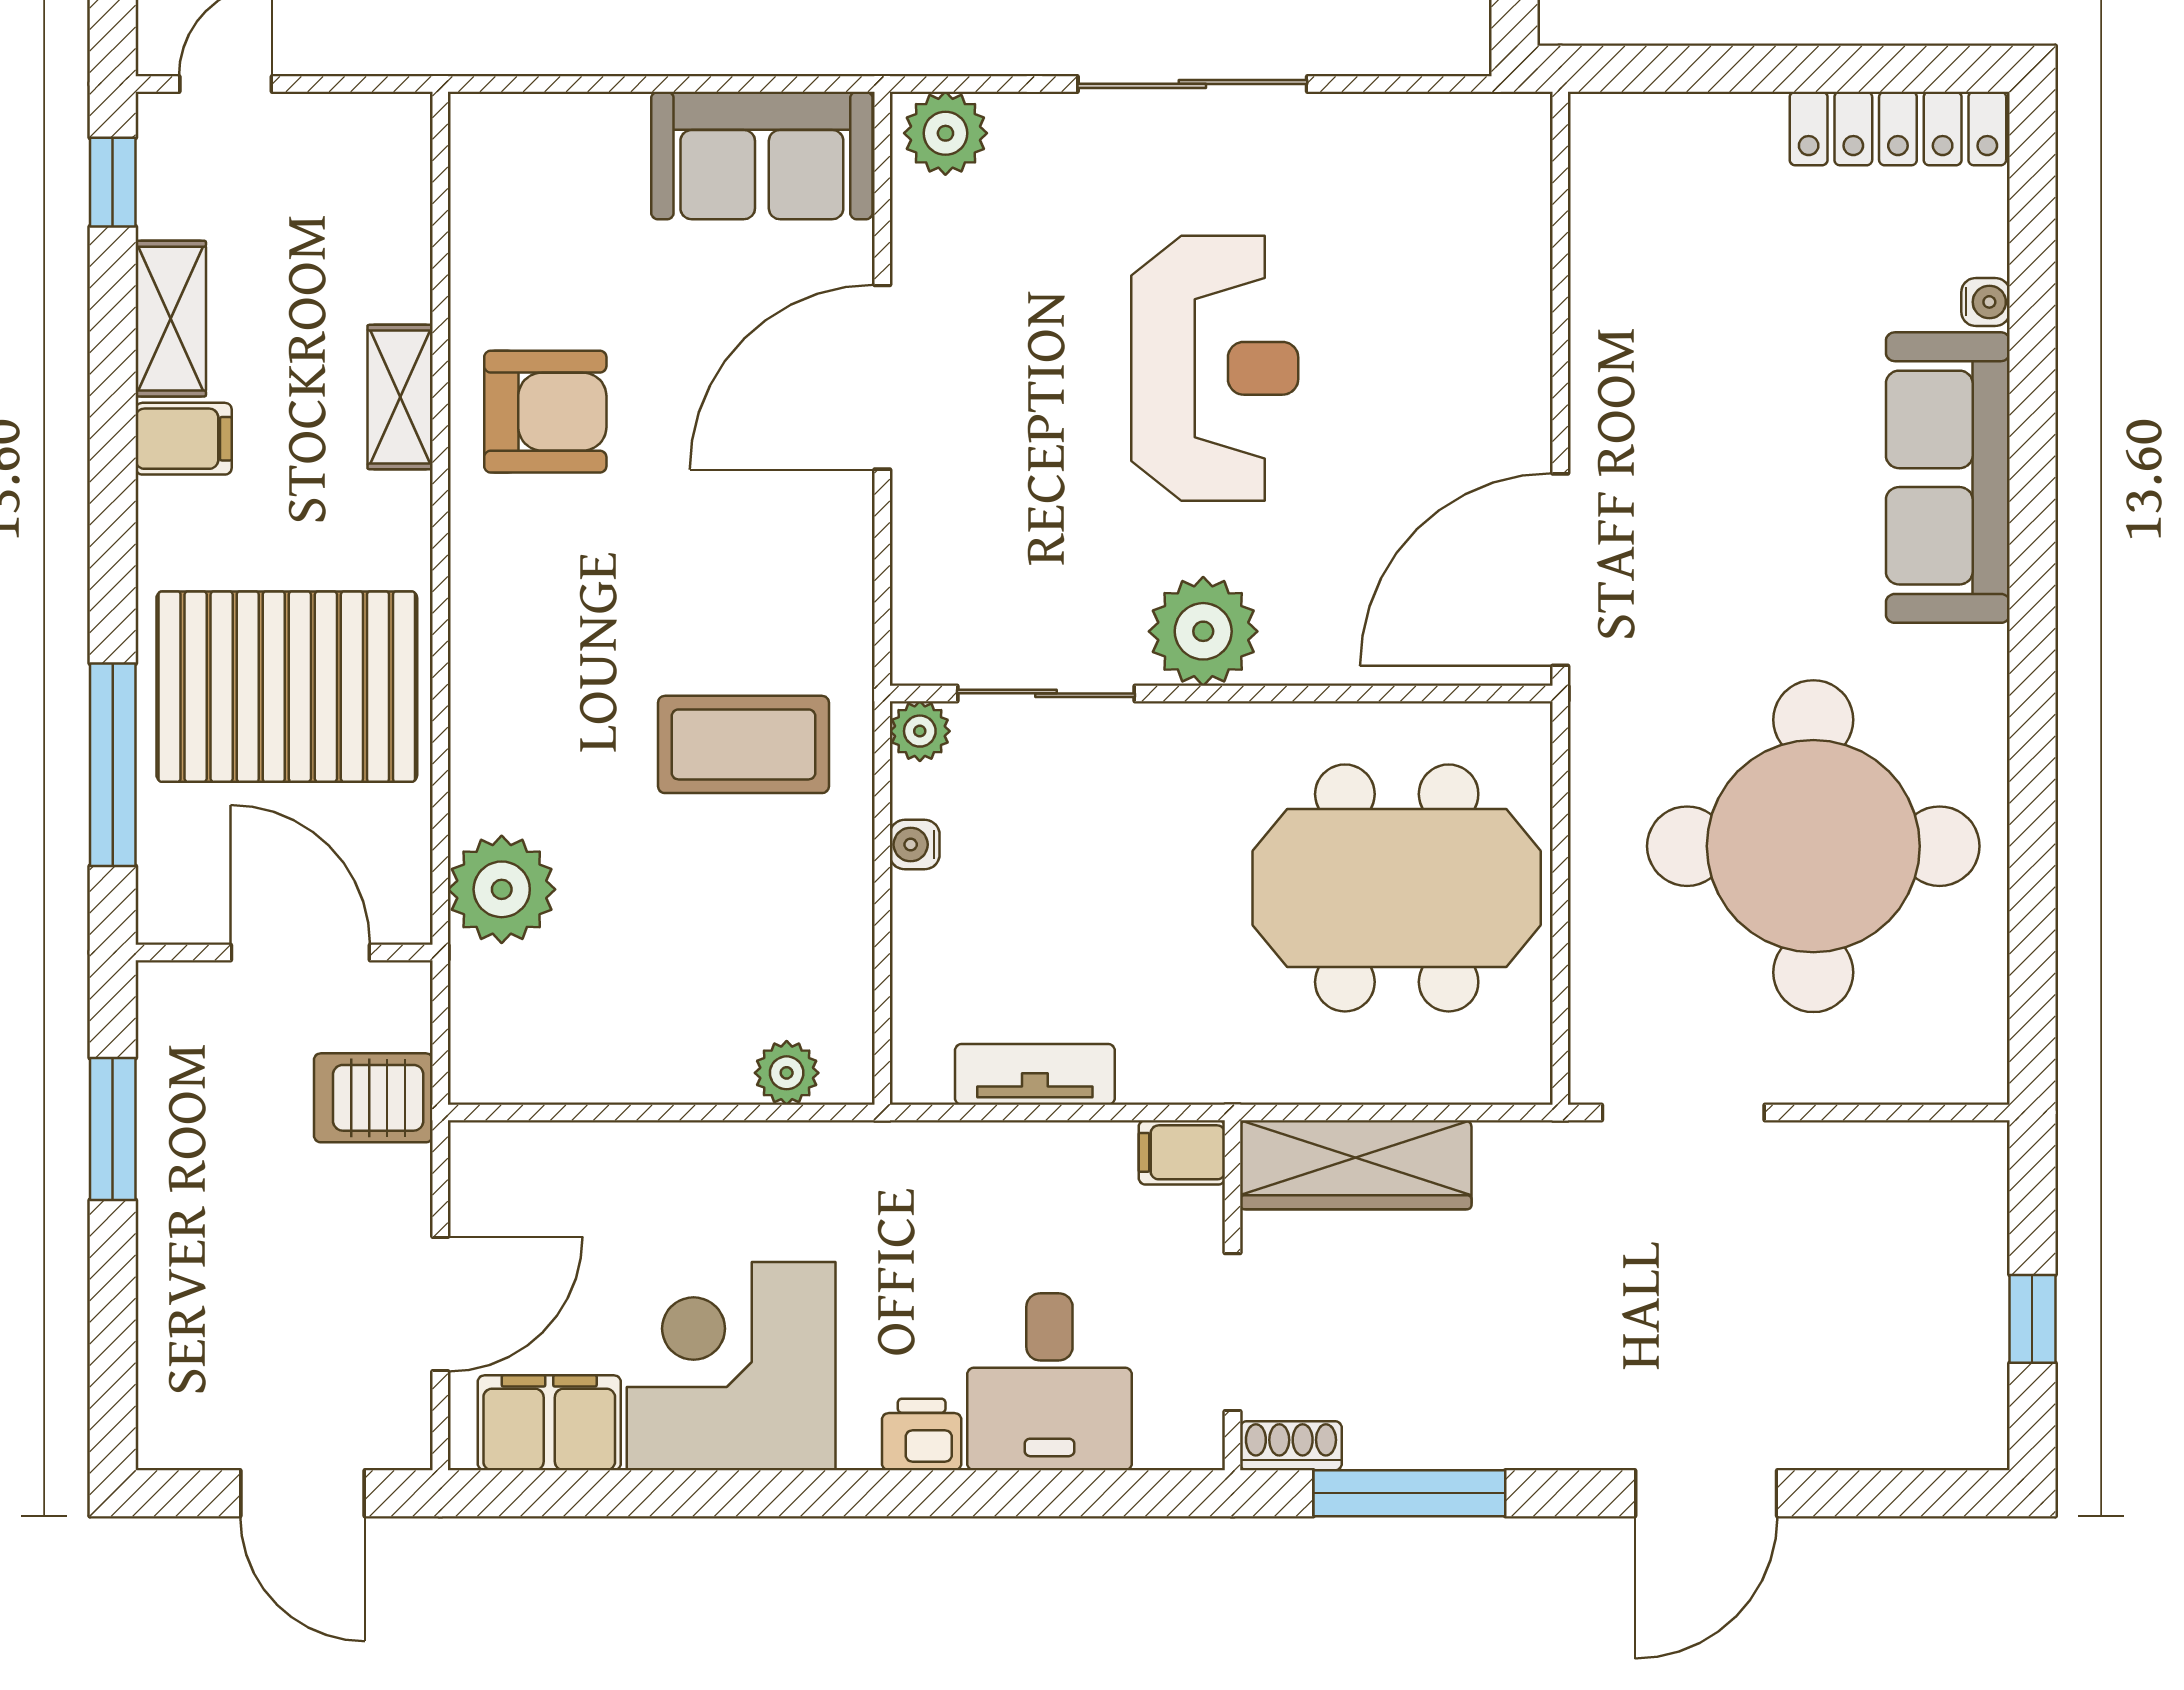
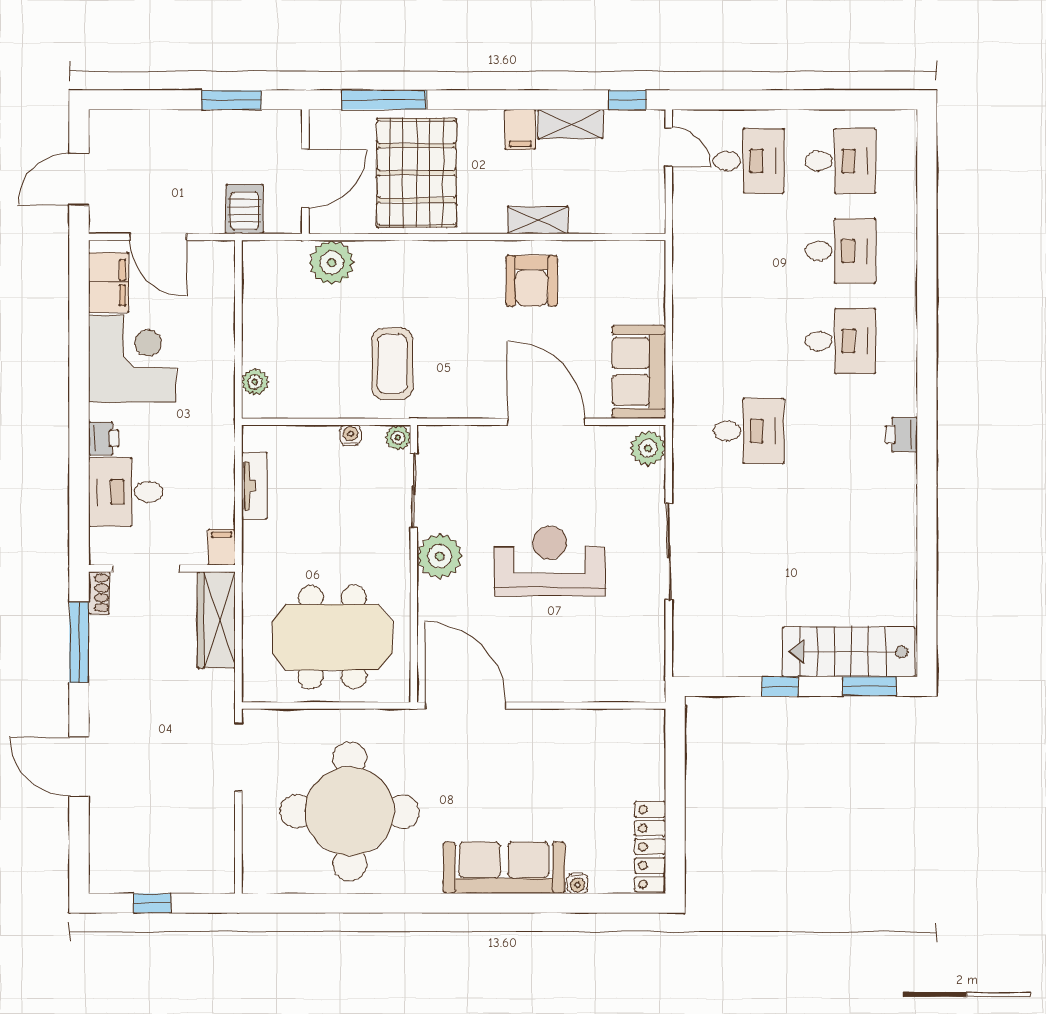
reception desk: (1215, 368) -> (550, 561), turned 180
meeting table: (1397, 888) -> (332, 637), turned 90

